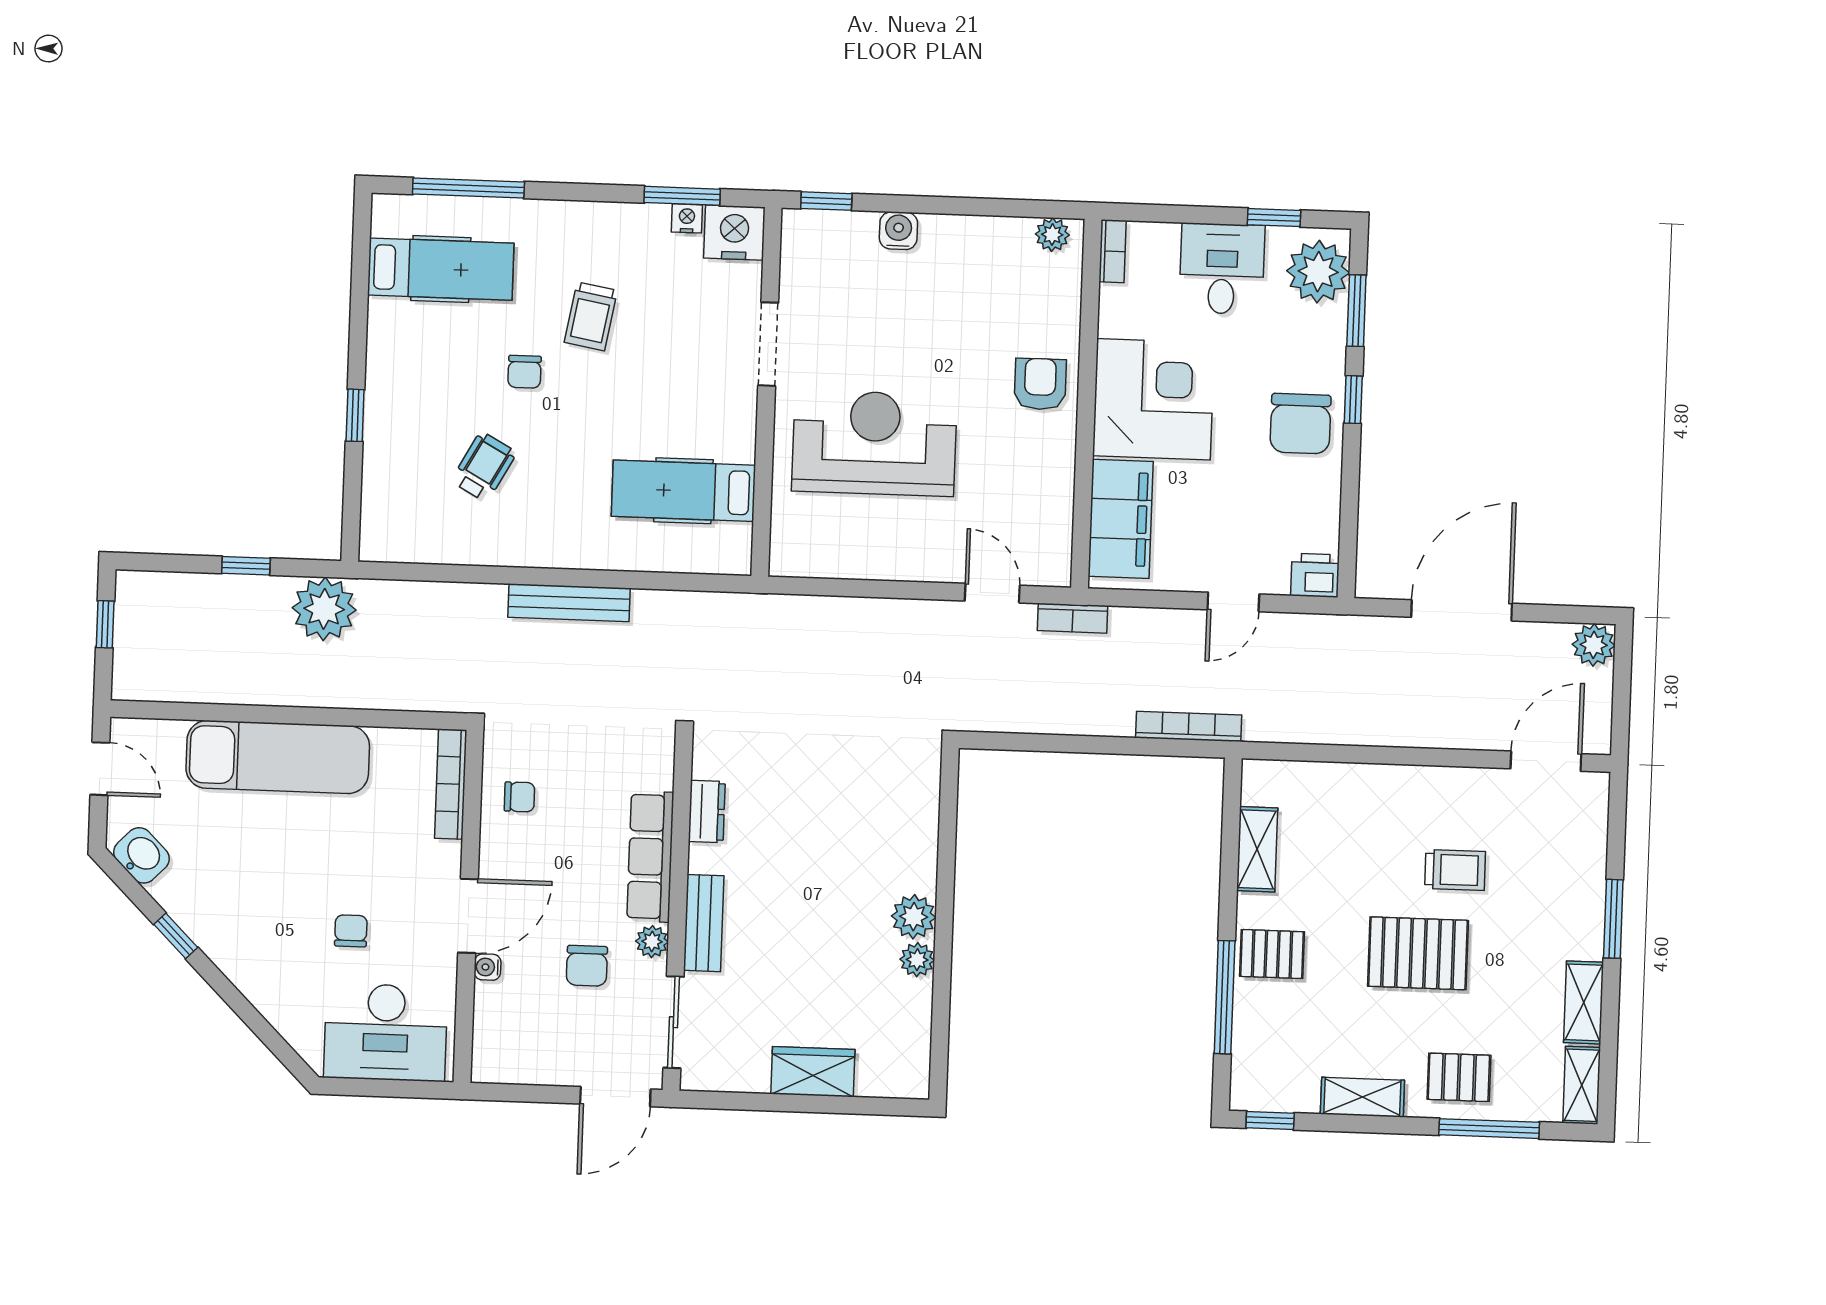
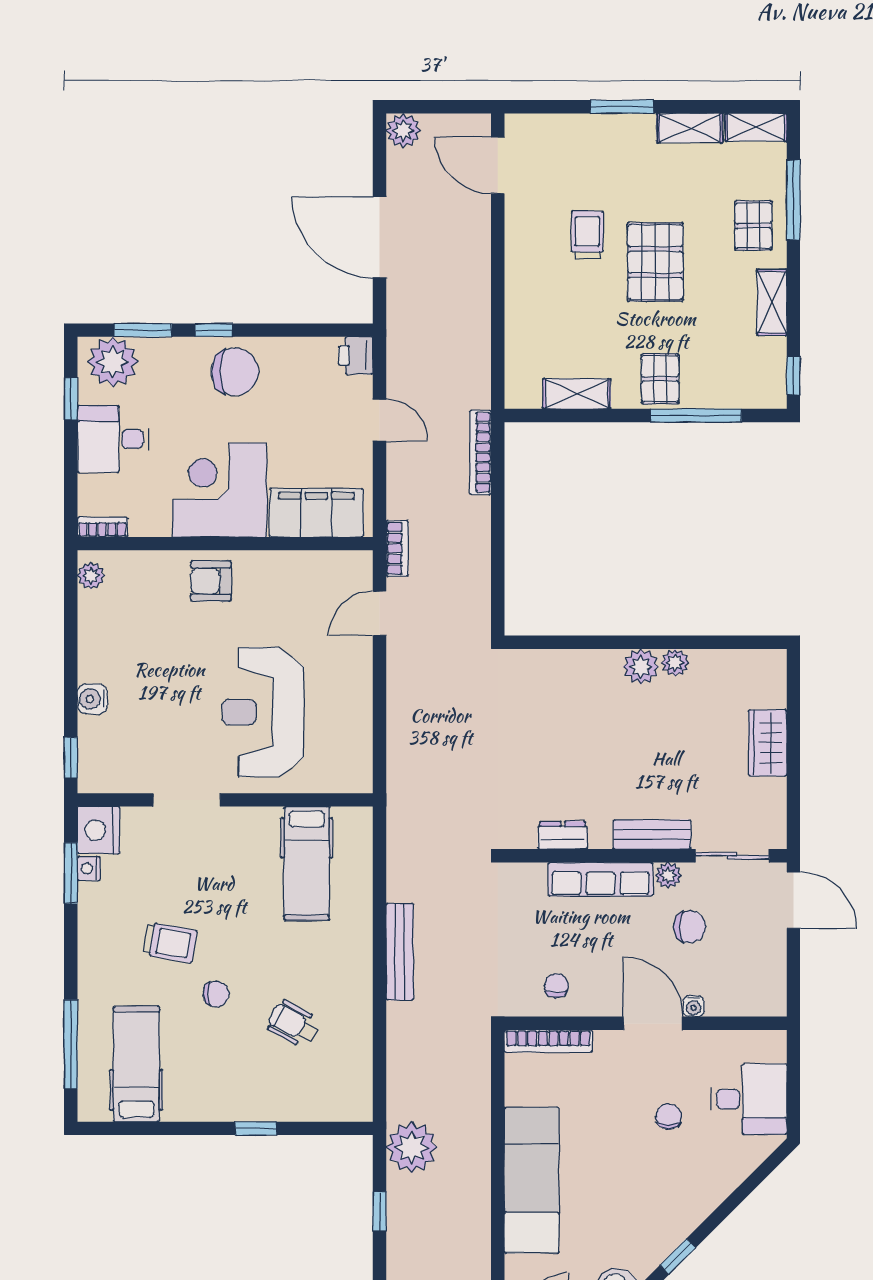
chair: (351, 931) -> (669, 1117), turned 90
desk: (386, 1032) -> (749, 1099), width x0.73

